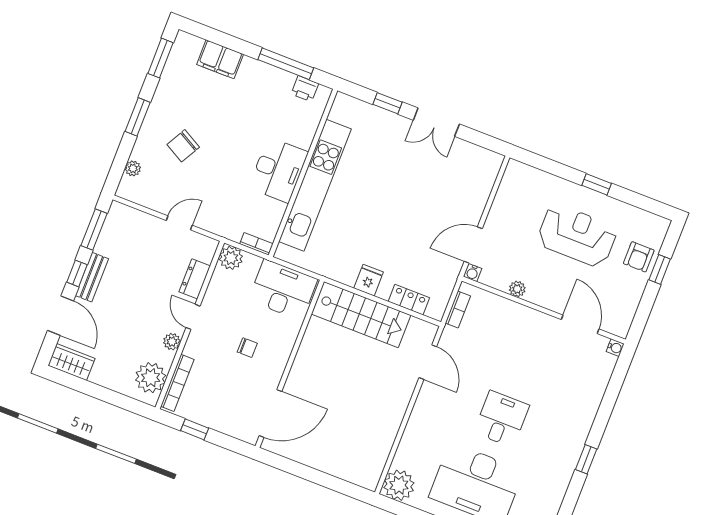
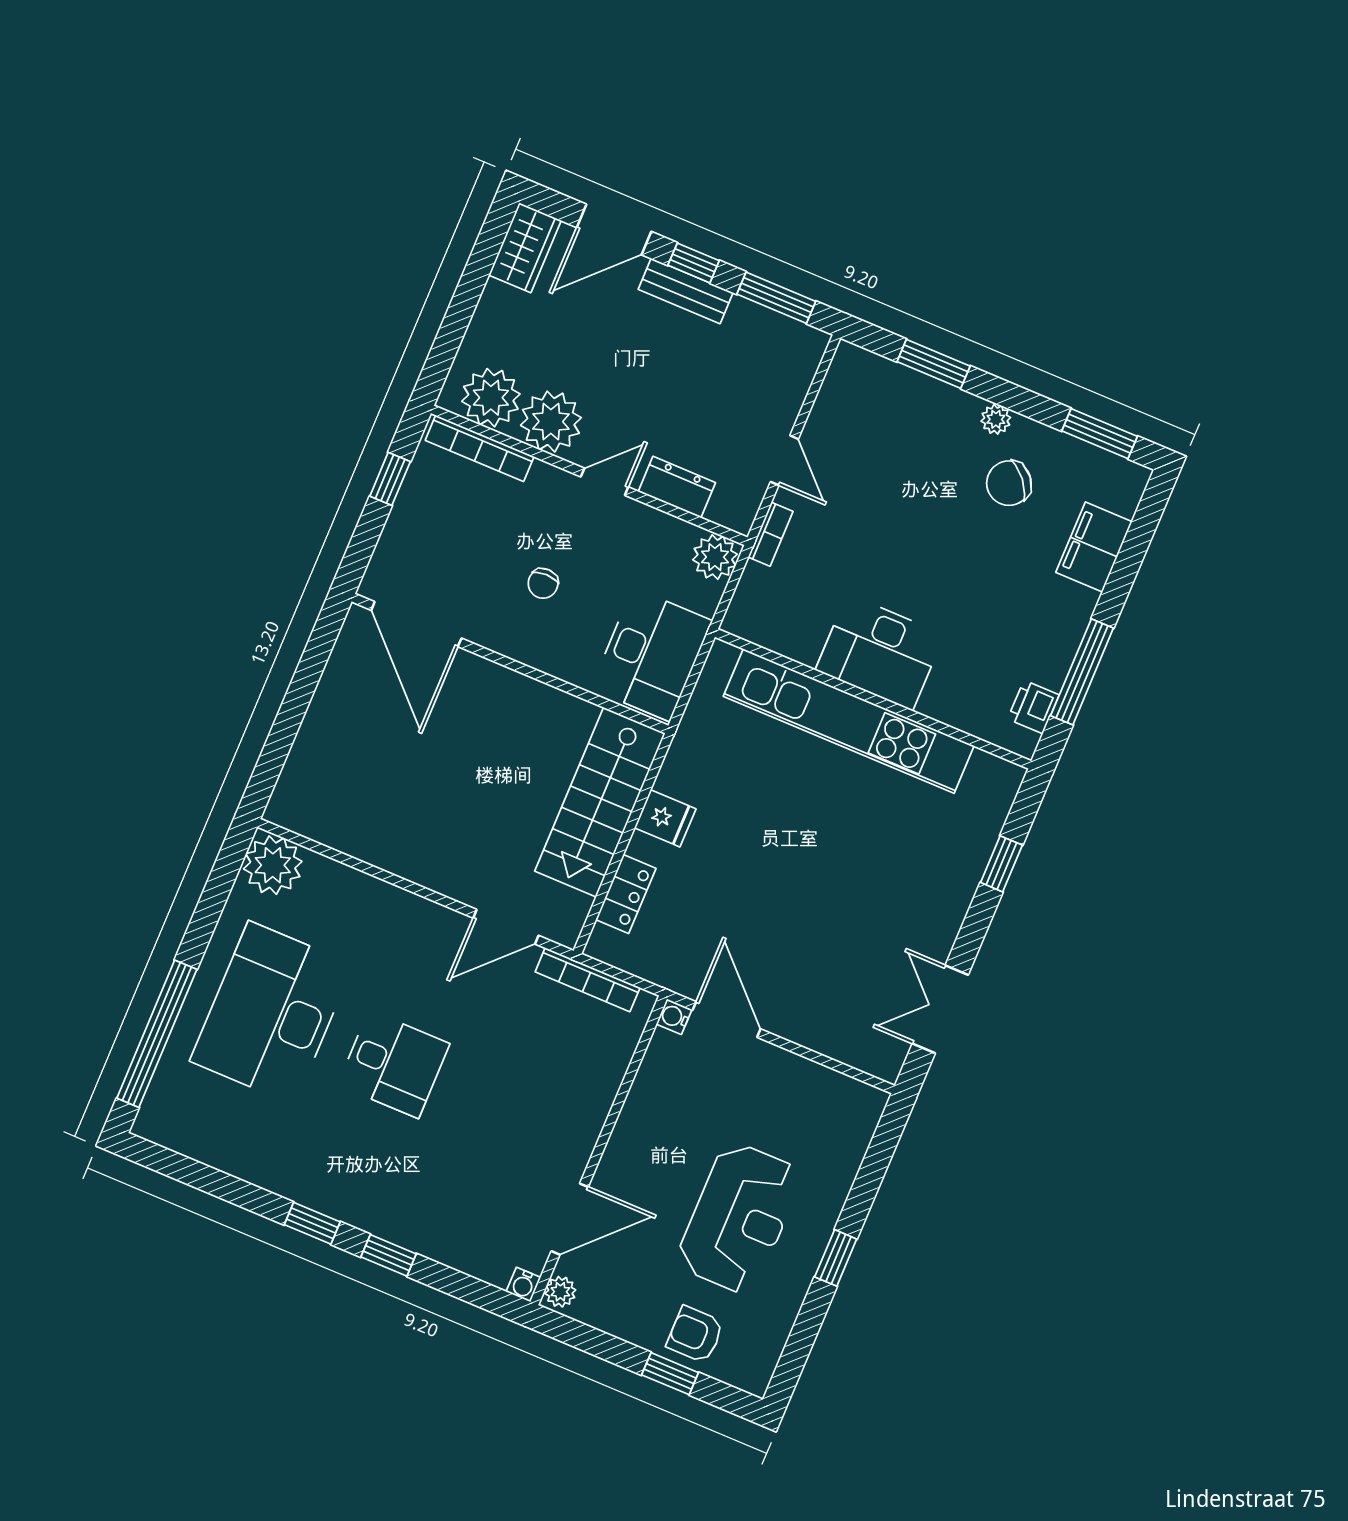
window: (138, 117) -> (934, 364), moved
double door: (436, 122) -> (940, 1009), moved
chair: (183, 146) -> (1009, 483), moved, turned -69
plant: (133, 168) -> (996, 419), moved
bookcase: (256, 244) -> (771, 534), moved
plant: (517, 289) -> (560, 1292), moved
bookcase: (458, 309) -> (588, 980), width x1.56
plant: (172, 342) -> (551, 422), width x1.87, depth x1.87
window: (602, 419) -> (389, 1255), added

